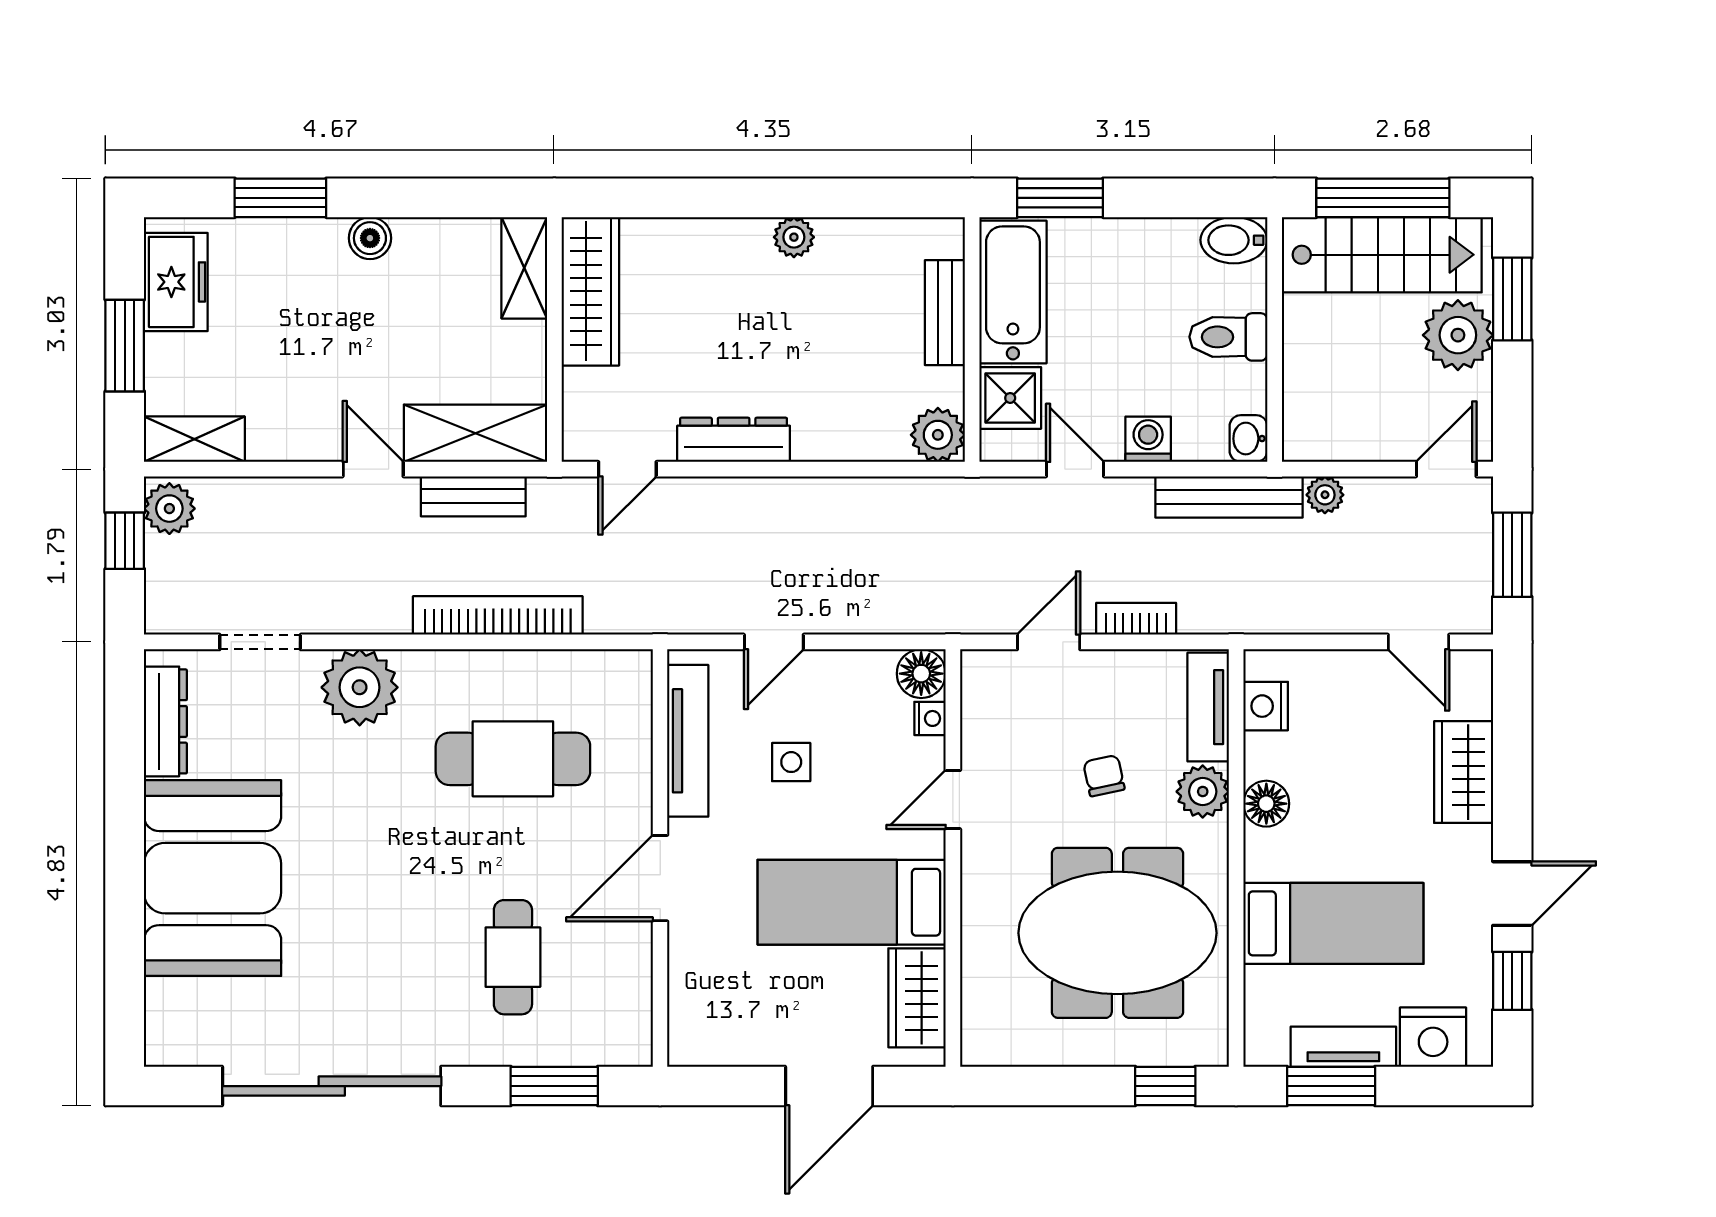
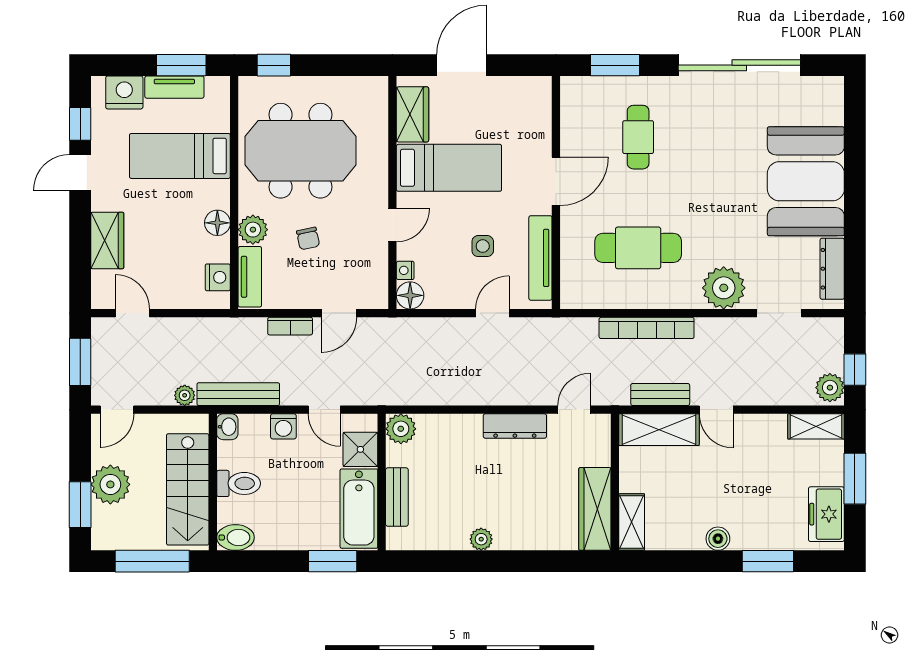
stairs: (1382, 255) -> (188, 489), moved, turned -90

